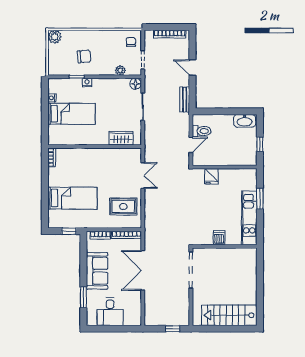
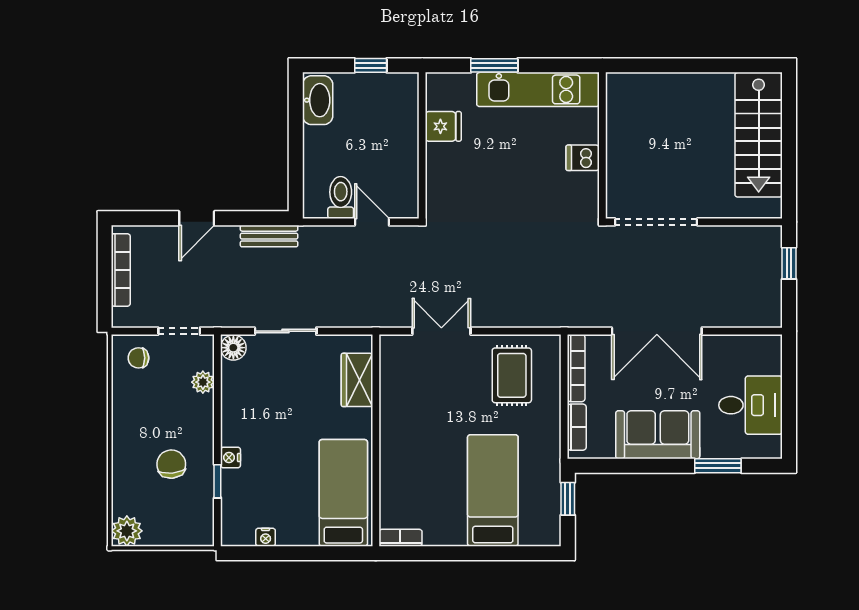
bed: (71, 114) -> (343, 493), moved
fridge: (211, 176) -> (443, 126), moved

